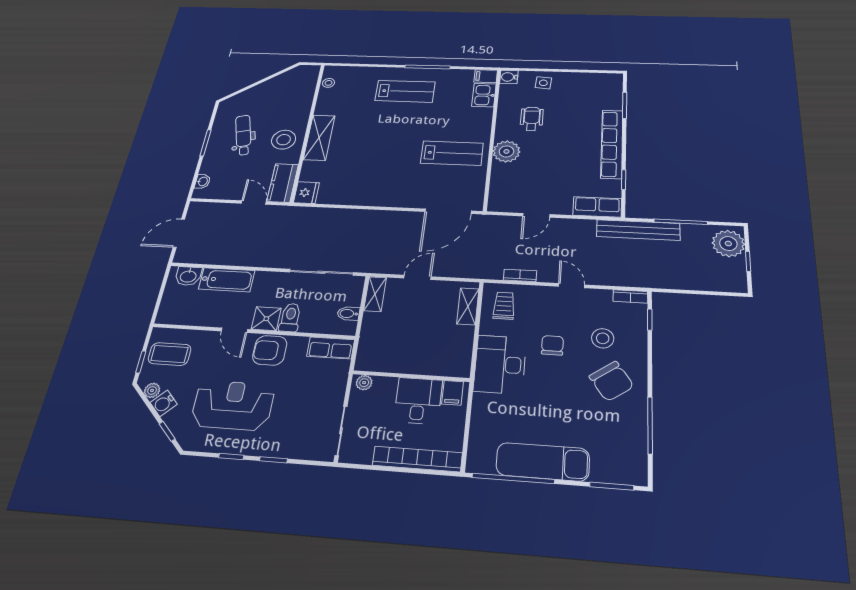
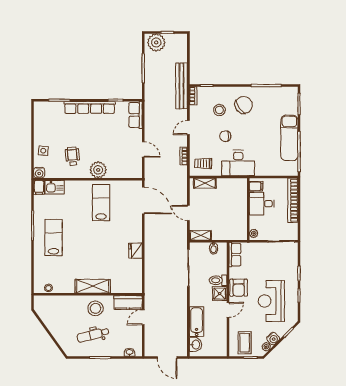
wheelchair: (532, 119) -> (72, 156), turned 85
fridge: (306, 193) -> (135, 251), moved, turned -90
bench: (638, 230) -> (182, 86), moved

